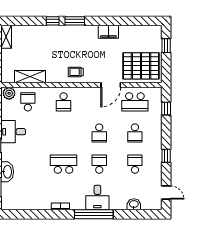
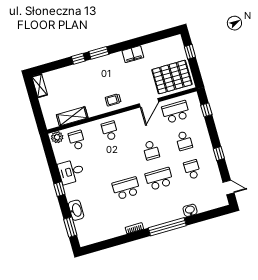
school desk: (64, 102) -> (110, 131), turned 180
school desk: (135, 102) -> (176, 112), turned 180
school desk: (99, 164) -> (159, 179), width x1.85
desk: (97, 198) -> (166, 210), removed
washbasin: (134, 204) -> (190, 210), moved

